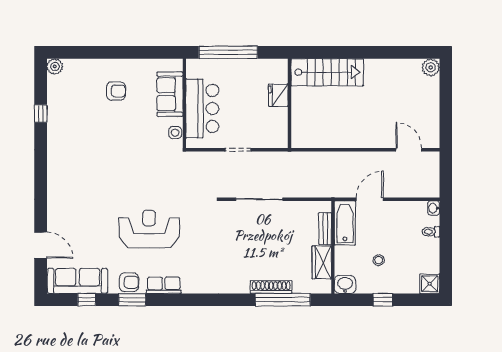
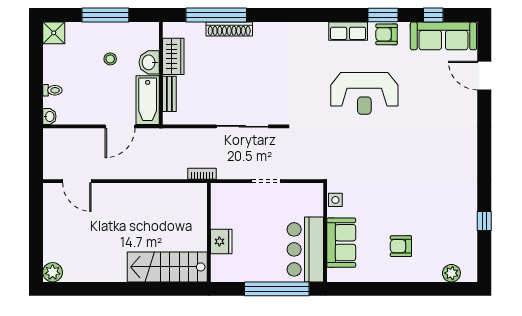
plant: (55, 67) -> (451, 273), moved
bar counter: (202, 108) -> (305, 249), moved
bookcase: (296, 156) -> (202, 174), added
washbasin: (345, 285) -> (149, 62), moved, turned 90
window: (383, 300) -> (105, 15), width x2.17

